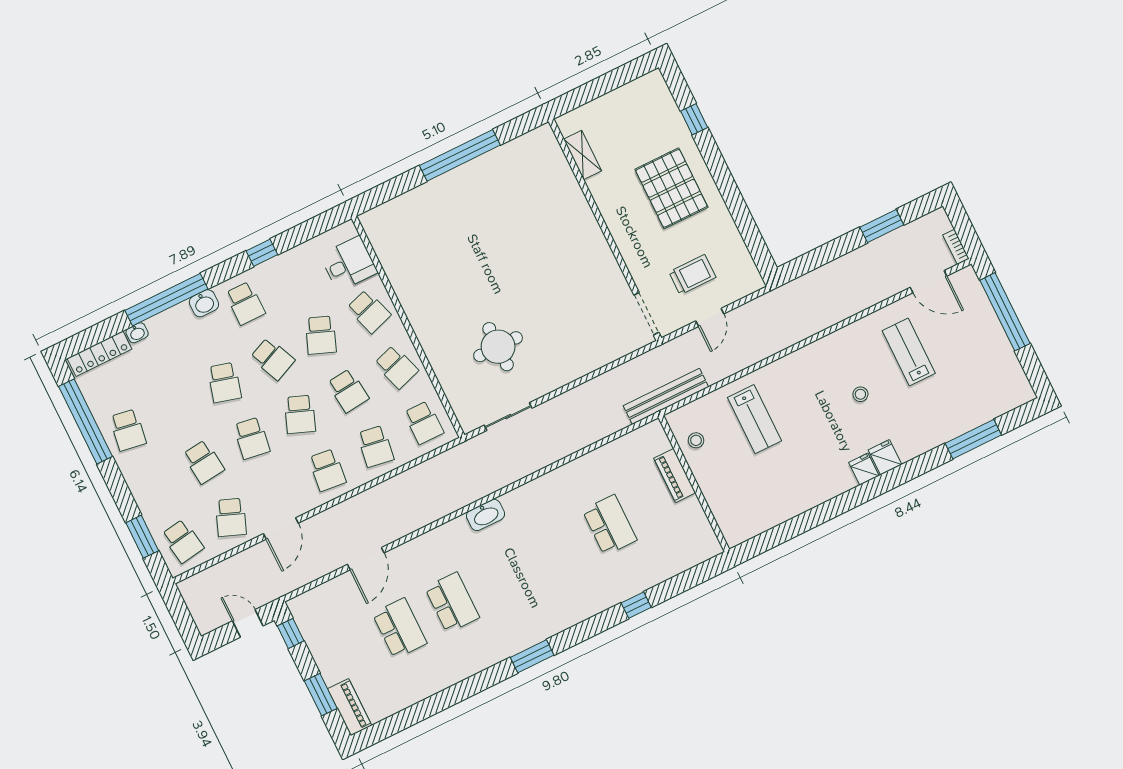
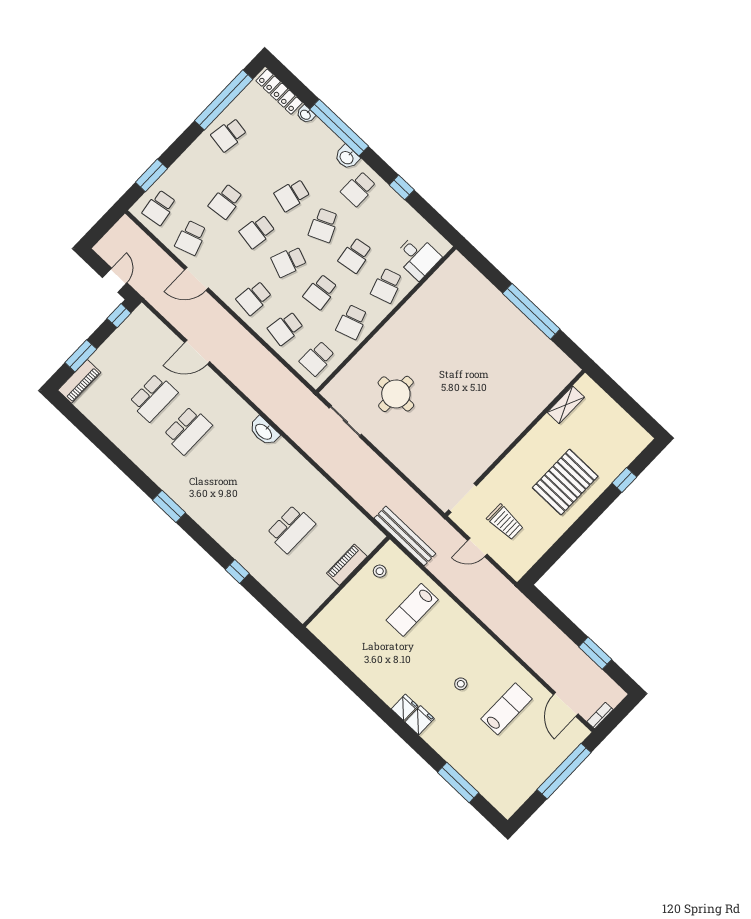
school desk: (321, 335) -> (355, 255), turned -30
school desk: (231, 517) -> (191, 238), turned -39

